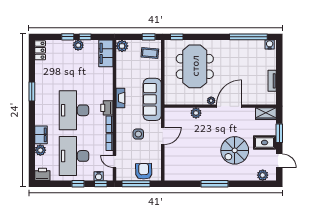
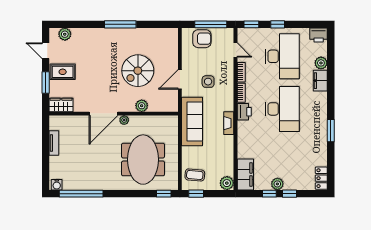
spiral stairs: (235, 150) -> (138, 71), moved, turned 180
armchair: (144, 171) -> (202, 39), turned -89
water cooler: (99, 176) -> (254, 33), removed

